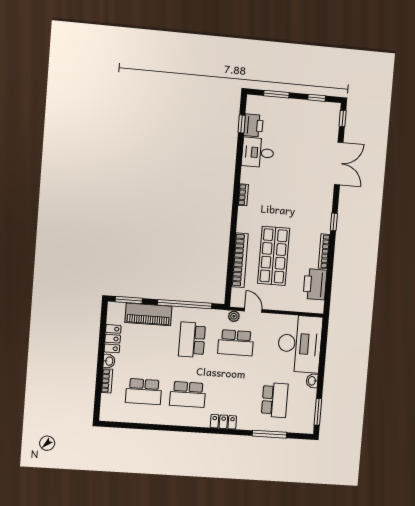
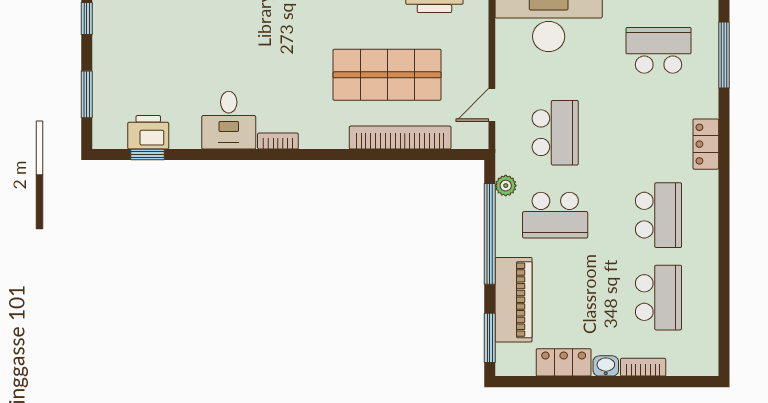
desk: (258, 153) -> (229, 120), moved
plant: (234, 316) -> (506, 186), moved

